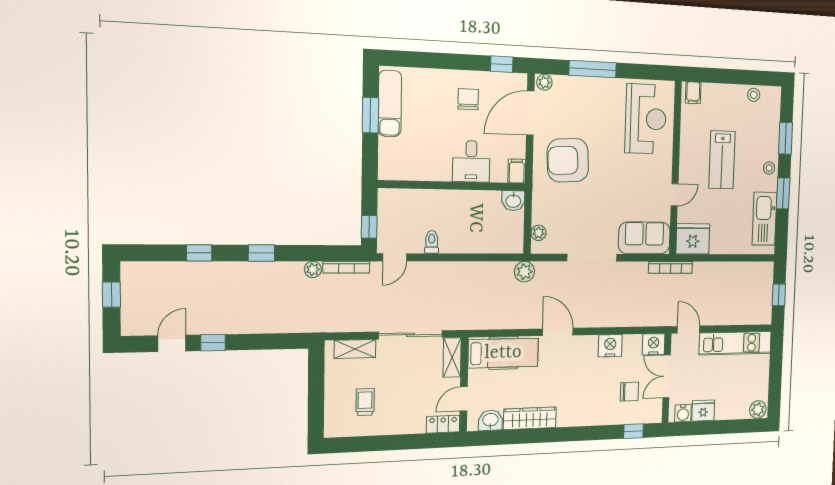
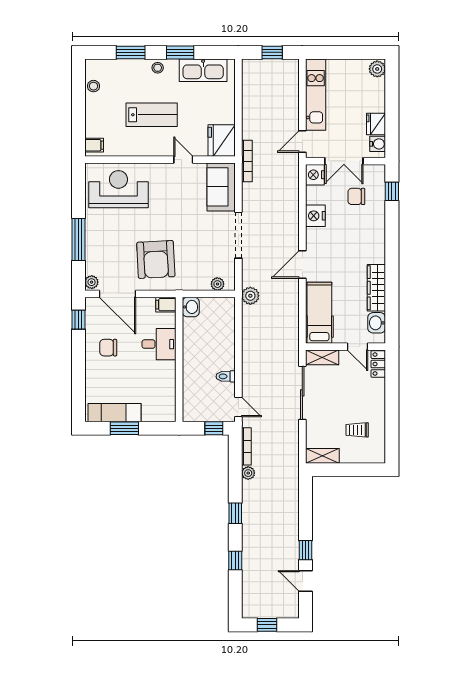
shelving: (355, 349) -> (322, 456), moved, turned 90
chair: (629, 392) -> (356, 196), turned -90

